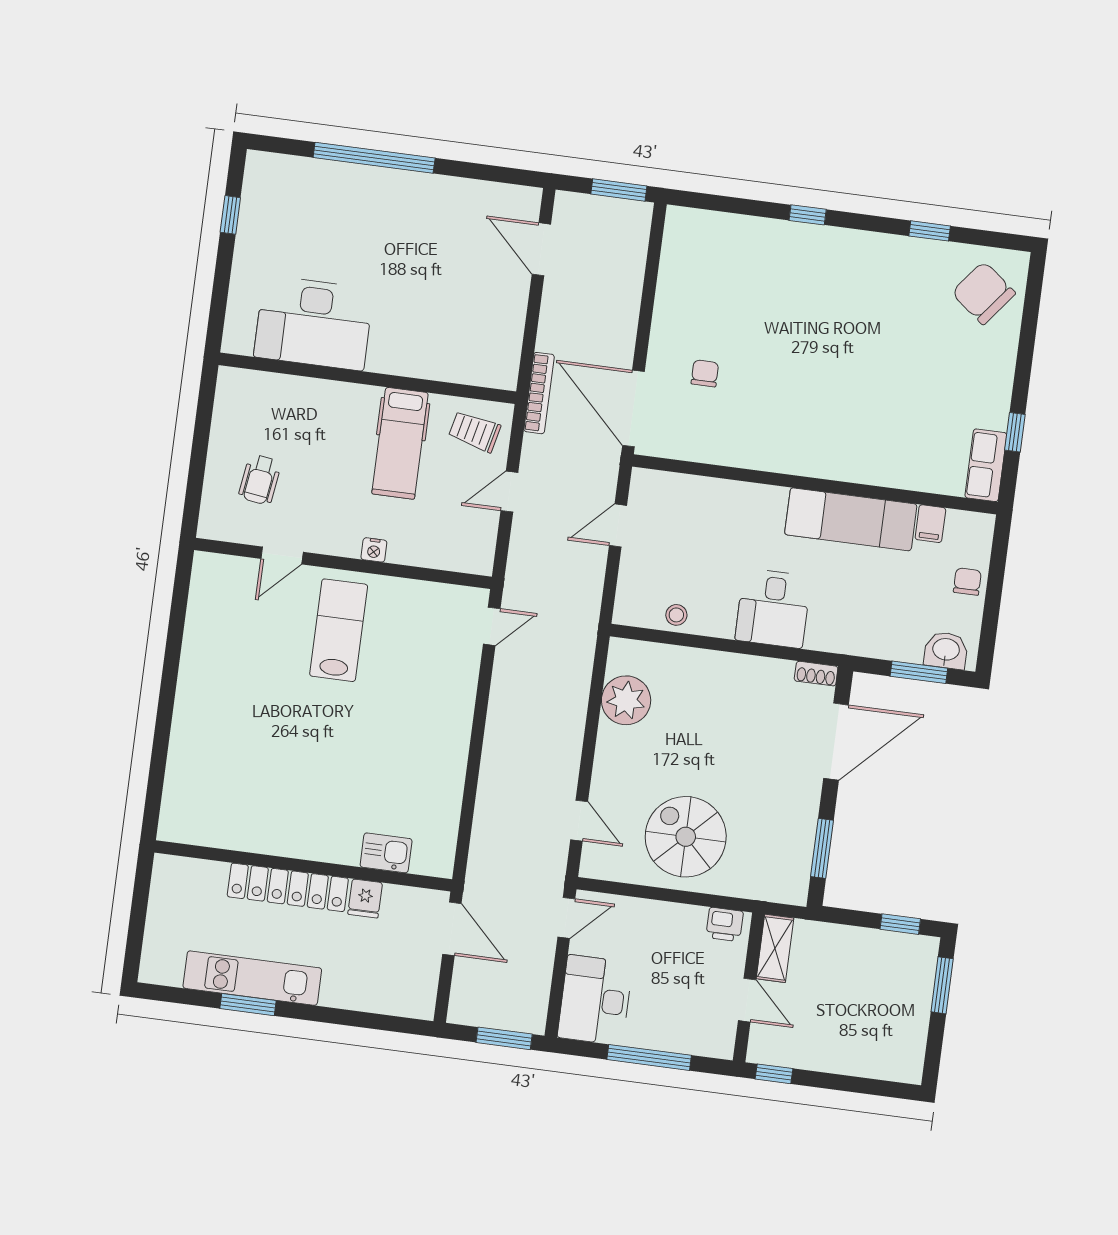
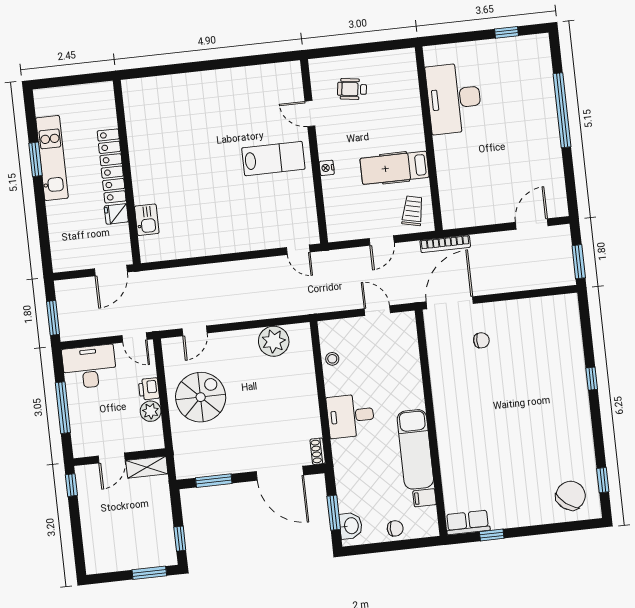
window: (930, 231) -> (603, 480), moved
door: (509, 492) -> (382, 241), swing flipped
plant: (688, 921) -> (151, 411), added
printer: (725, 924) -> (149, 389), moved

